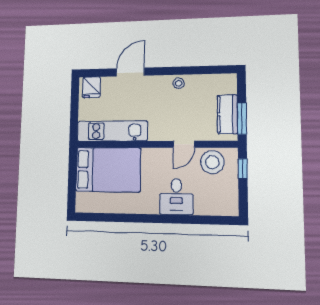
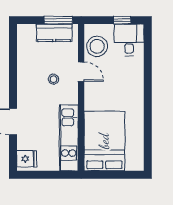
stool: (179, 83) -> (54, 79), moved
window: (243, 169) -> (122, 20), moved
desk: (176, 197) -> (129, 40), moved, turned -90

